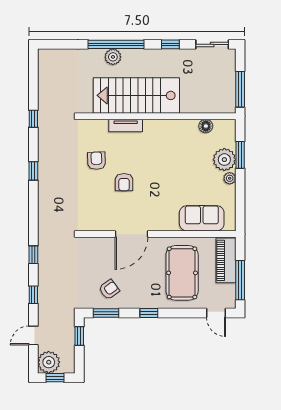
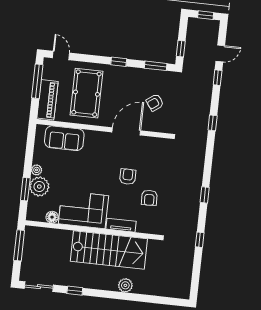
window: (116, 44) -> (122, 296), removed
corner sofa: (171, 138) -> (83, 210), added
armchair: (109, 289) -> (155, 103), moved
window: (33, 295) -> (218, 78), moved
plant: (49, 362) -> (210, 29), removed

